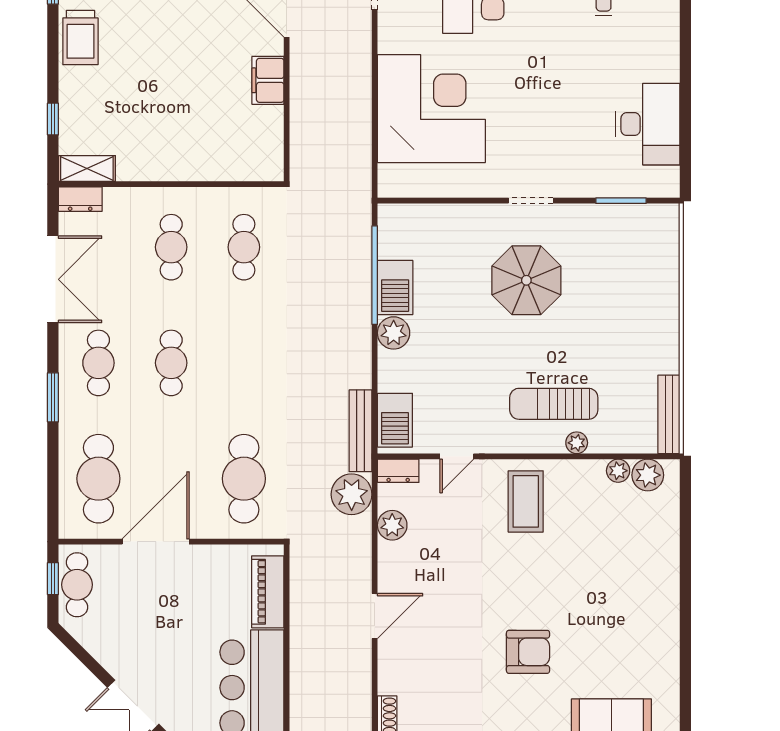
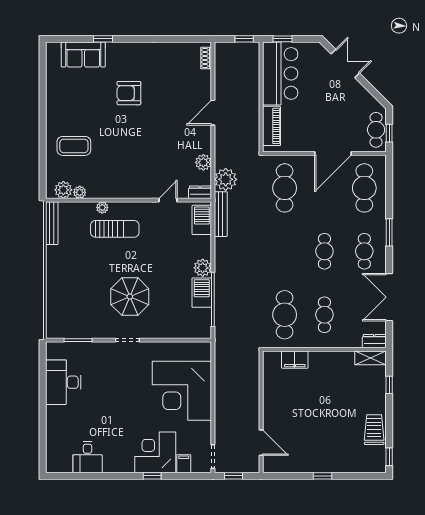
filing cabinet: (268, 80) -> (295, 360), moved, turned 90
cafe table: (244, 247) -> (285, 315), width x1.37, depth x1.35
coffee table: (526, 501) -> (74, 146), moved, turned 90

